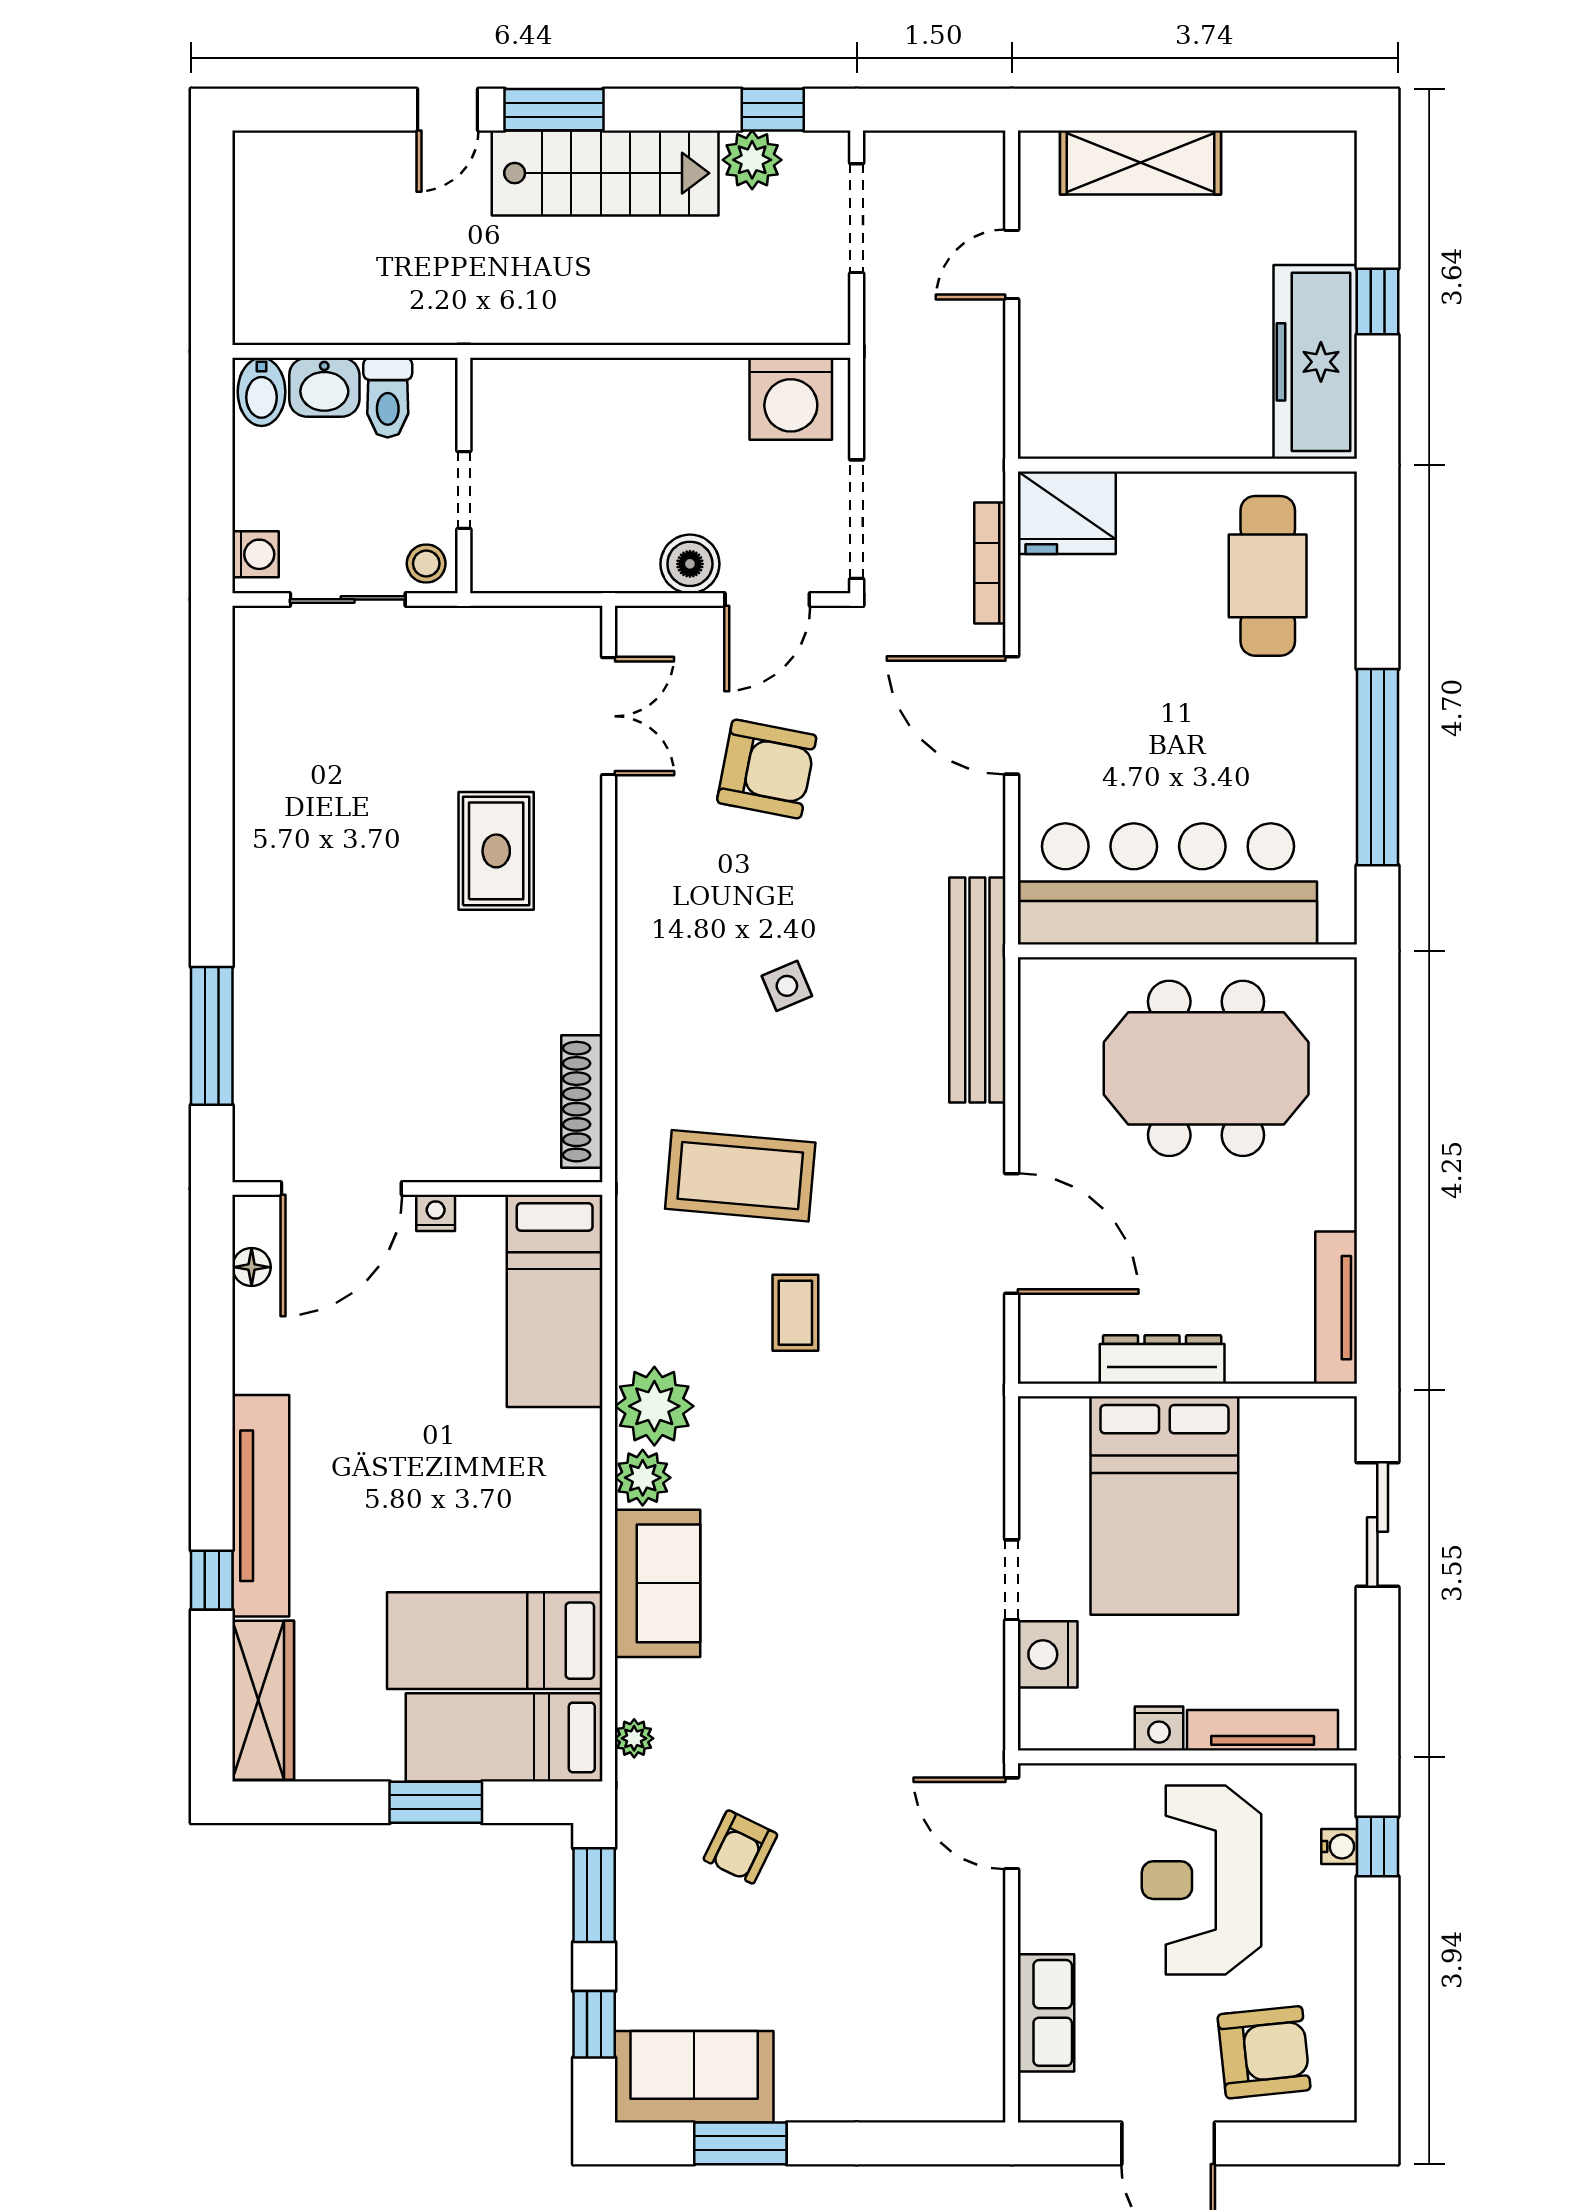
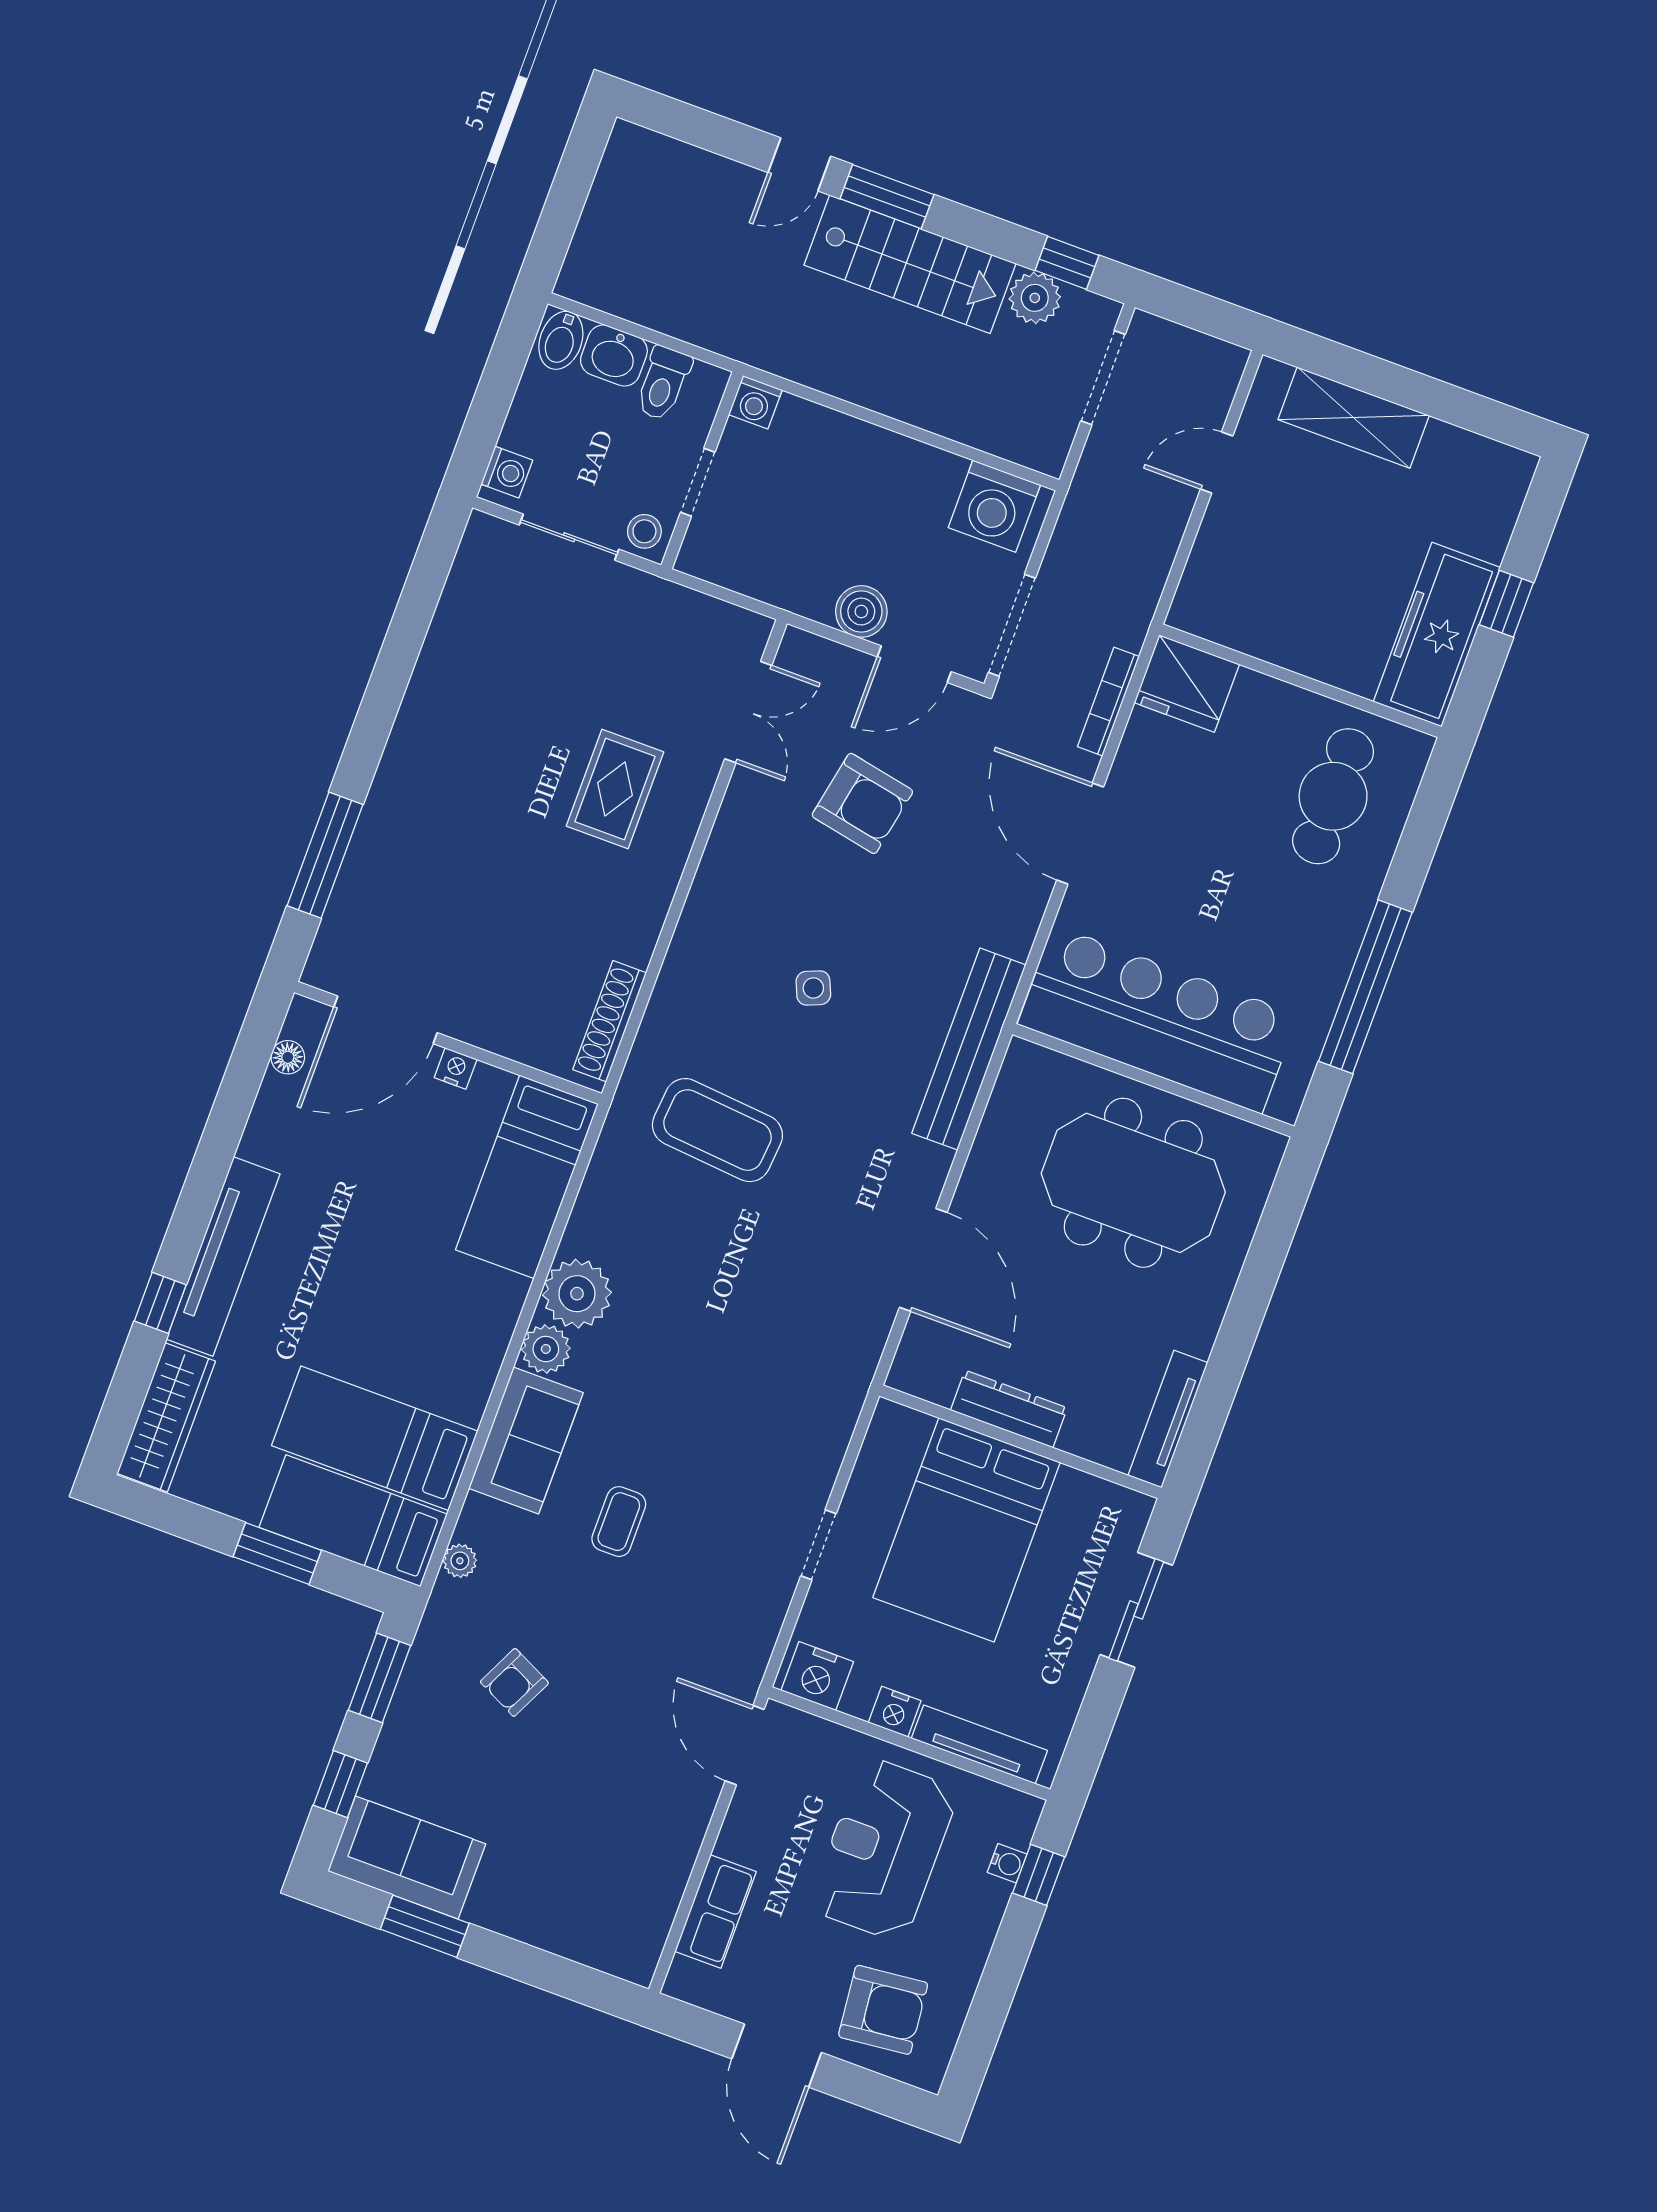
washing machine: (494, 382) -> (755, 402), added
coffee table: (795, 1313) -> (619, 1522), moved
nightstand: (1048, 1654) -> (817, 1676), moved, turned -90

